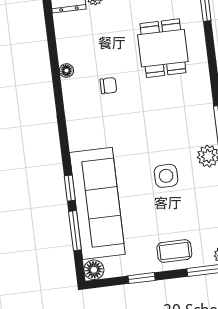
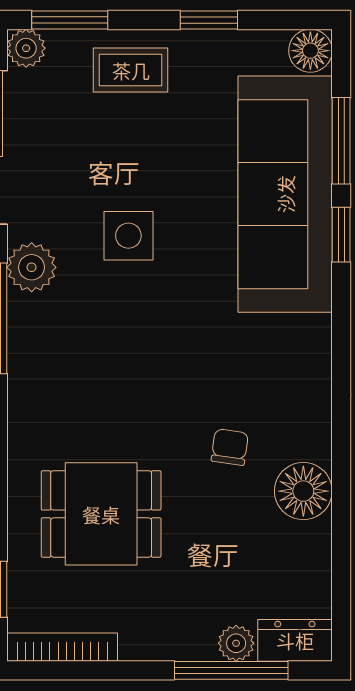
dining table: (163, 48) -> (101, 514), turned 90
floor lamp: (66, 71) -> (303, 491), width x1.89, depth x1.89
chair: (108, 86) -> (230, 447), turned 98

